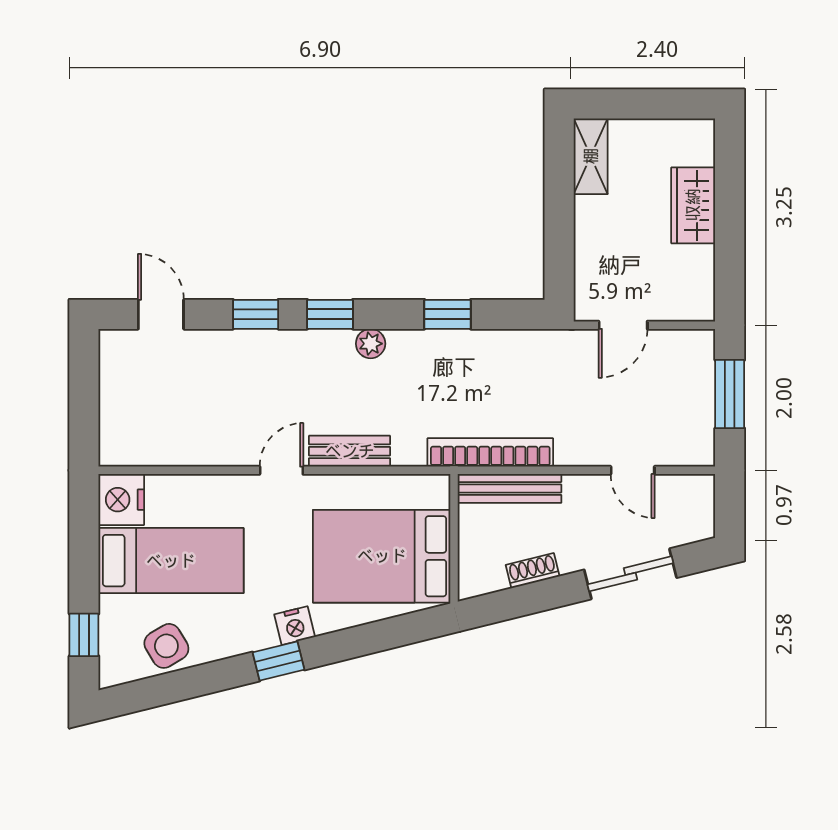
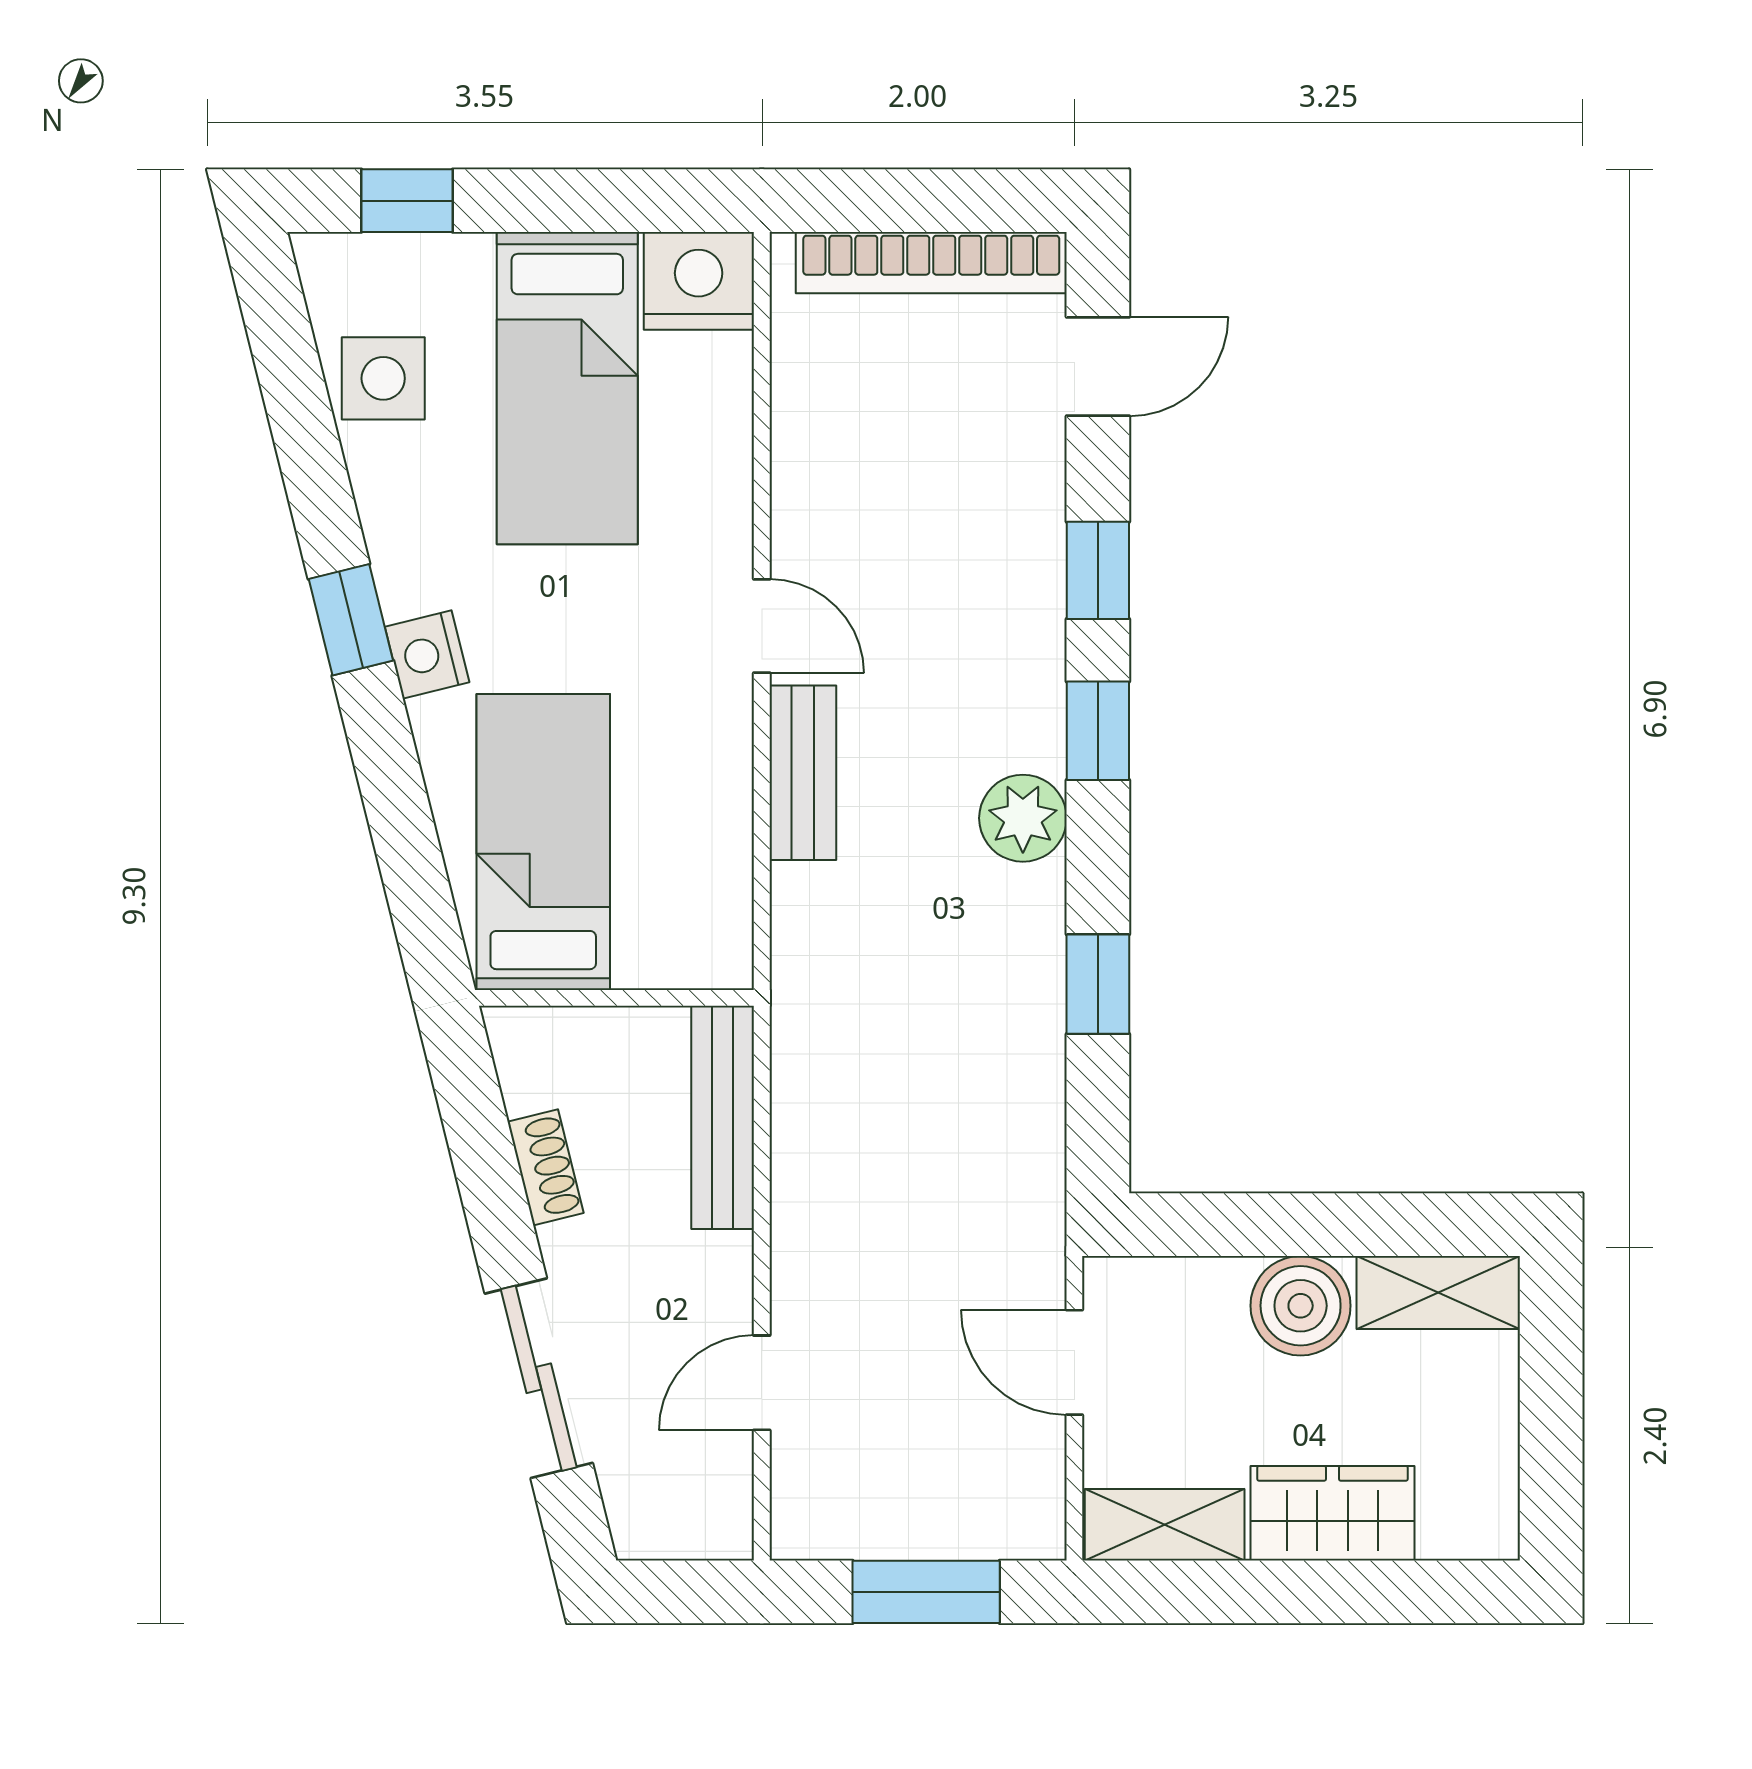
boiler: (597, 220) -> (1301, 1306), added
shelving: (698, 283) -> (1165, 1525), added
plant: (371, 344) -> (1023, 818), width x1.38, depth x1.38
bookcase: (490, 452) -> (931, 263), moved, turned 90
bed: (382, 556) -> (543, 842), width x0.67
side table: (166, 646) -> (383, 378), turned 31

